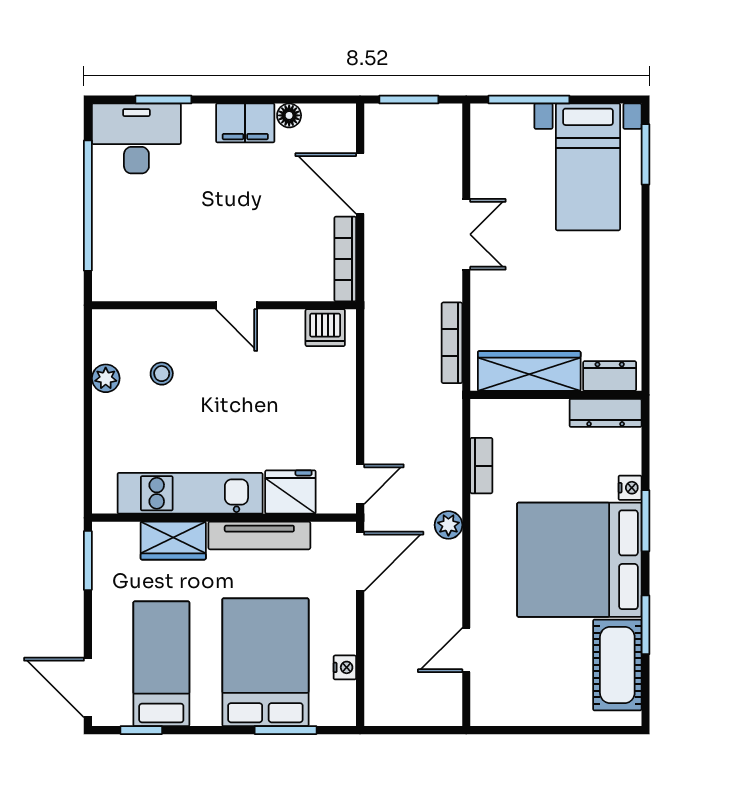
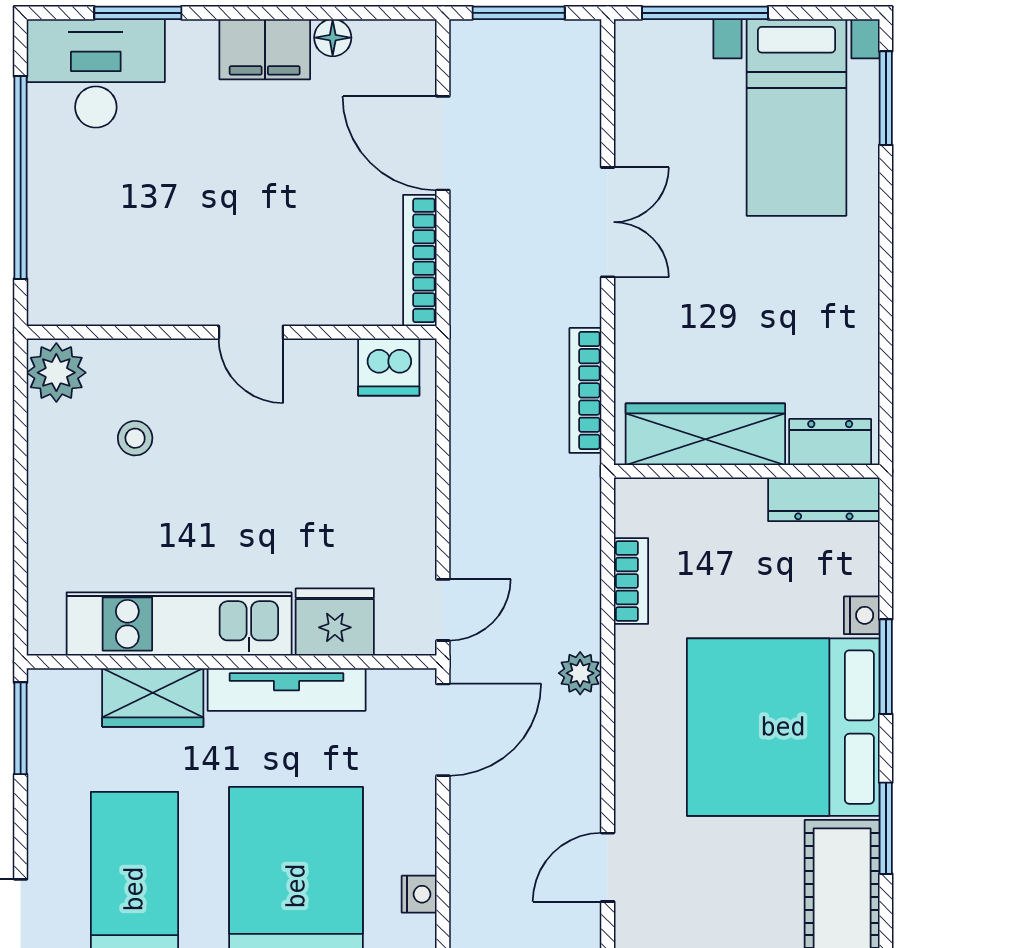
plant: (106, 378) -> (56, 373), moved, width x1.38, depth x1.38

